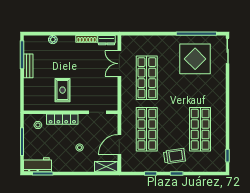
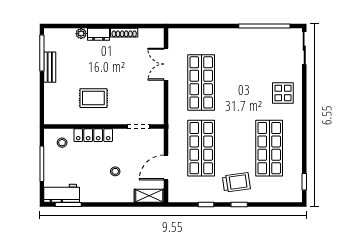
dresser: (107, 40) -> (99, 34), moved
display table: (195, 59) -> (283, 93), moved, width x0.54, depth x0.54
rug: (63, 90) -> (93, 98), turned 90

